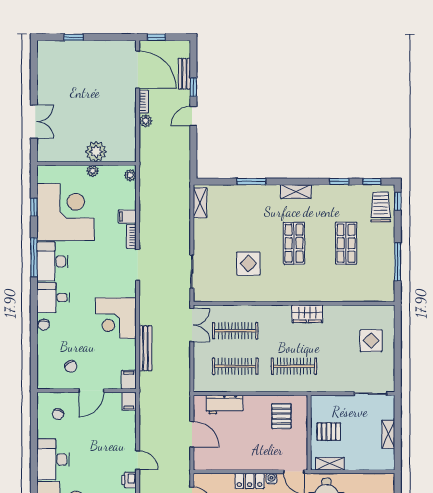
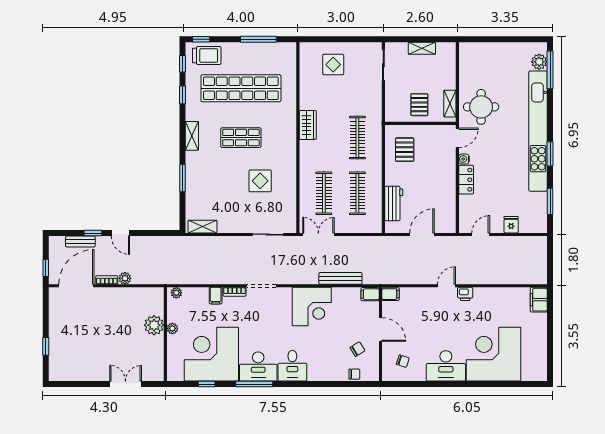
trolley: (381, 207) -> (207, 56), turned 180
shop shelf: (346, 243) -> (241, 88), width x2.00, depth x1.36
chair: (44, 325) -> (354, 374), moved
pallet: (281, 416) -> (405, 150), turned 90

